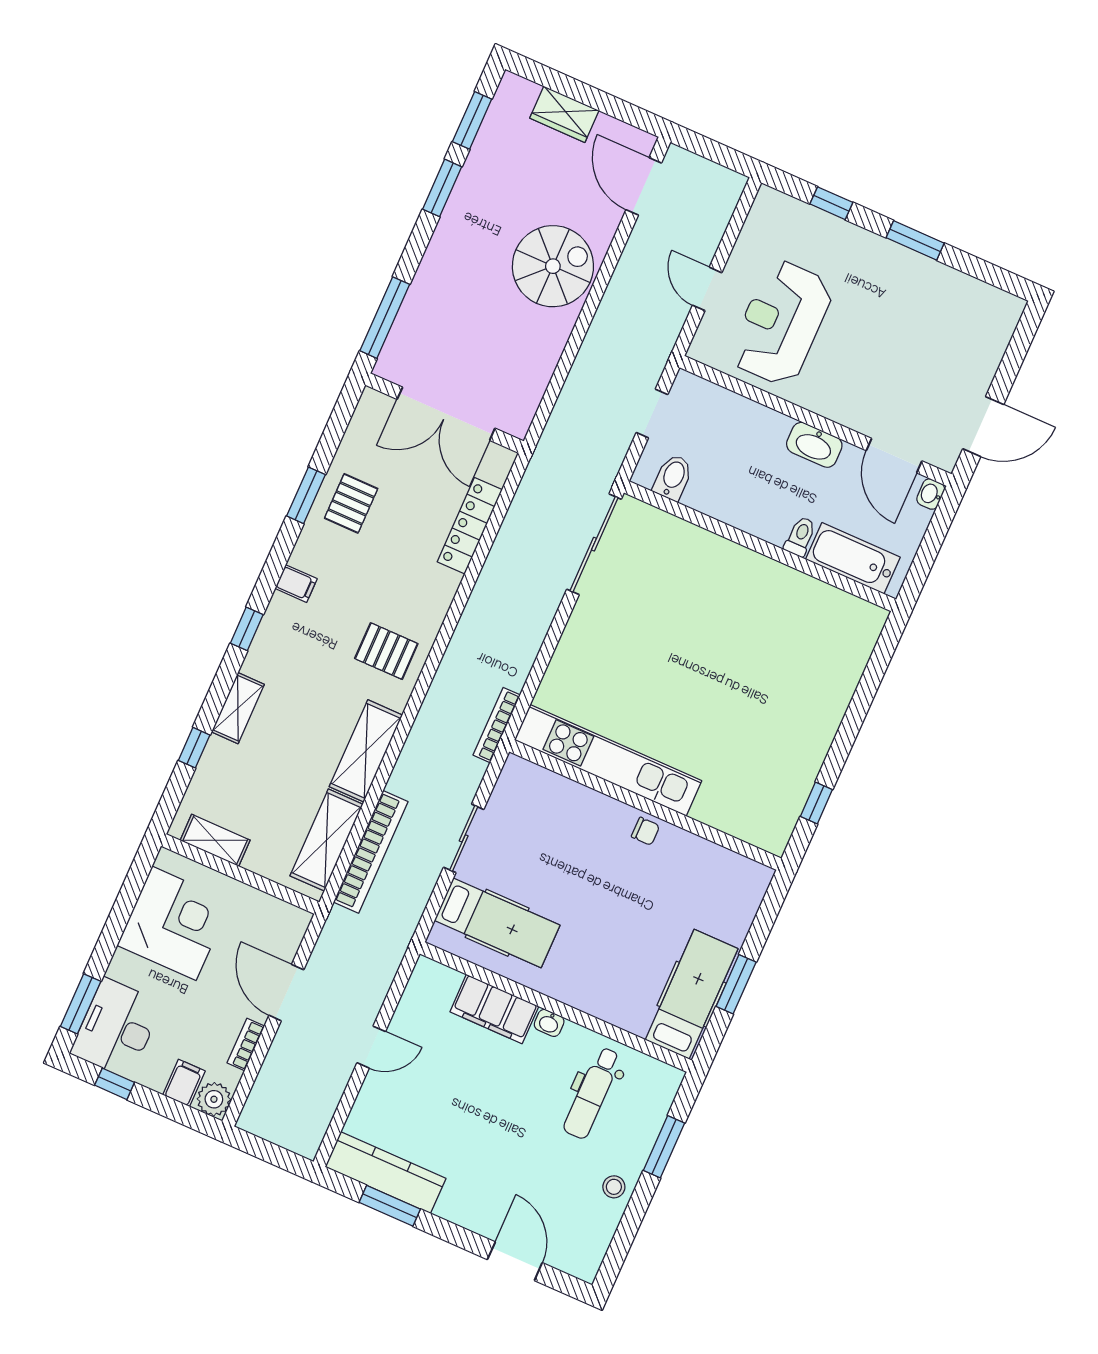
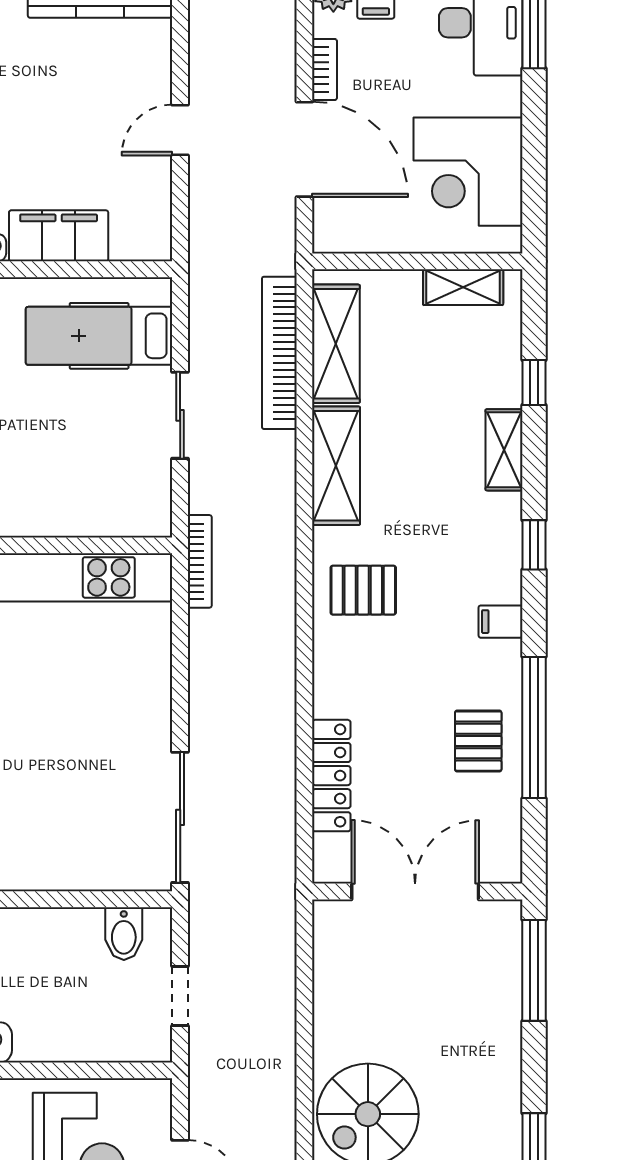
window: (306, 495) -> (534, 727), width x2.11
door: (286, 993) -> (304, 149), width x1.36

